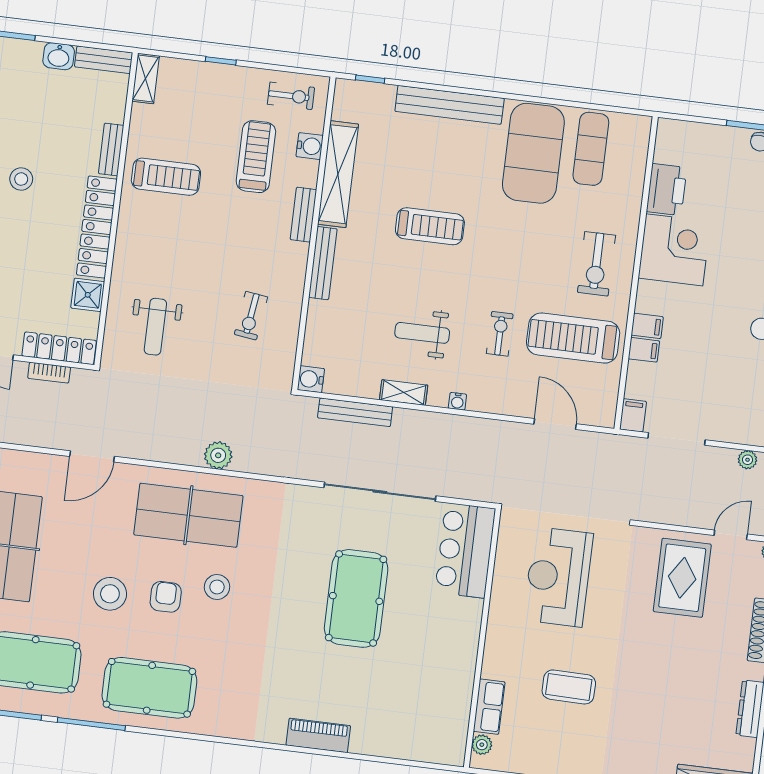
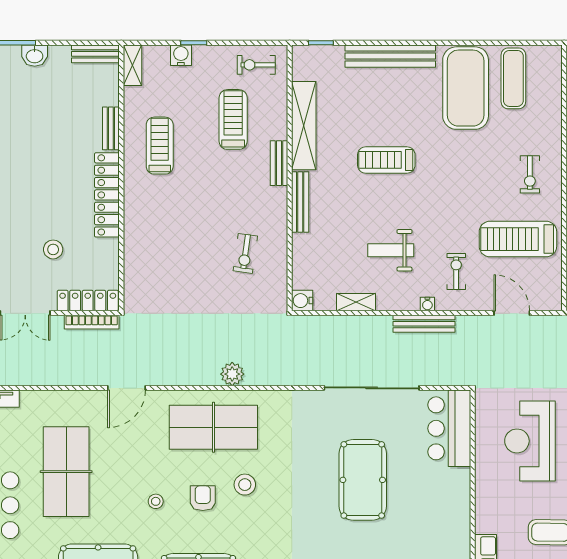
washbasin: (59, 56) -> (35, 56), moved
exercise bike: (291, 96) -> (256, 65), turned 180
water cooler: (310, 146) -> (181, 55), moved, turned -90
treadmill: (166, 177) -> (160, 146), turned -90
stool: (21, 179) -> (53, 249), moved
treadmill: (430, 226) -> (386, 160), turned 180
exercise bike: (596, 264) -> (530, 174), width x0.73, depth x0.72
shower: (88, 295) -> (106, 253), removed
weight bench: (155, 327) -> (166, 273), removed
exercise bike: (500, 334) -> (456, 271), moved
bookcase: (49, 373) -> (92, 322), width x1.56
shelving: (404, 393) -> (356, 302), moved
bench: (355, 412) -> (424, 324), moved
stool: (110, 594) -> (156, 501), width x0.53, depth x0.53

